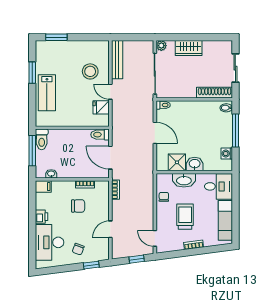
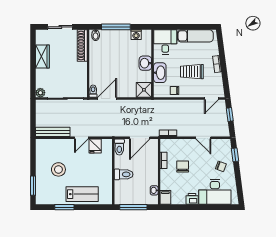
wardrobe: (189, 48) -> (42, 56), moved
stool: (90, 71) -> (58, 169), moved
door: (155, 133) -> (107, 98), moved
toilet: (42, 139) -> (124, 174), moved
shower: (177, 162) -> (144, 90), moved

